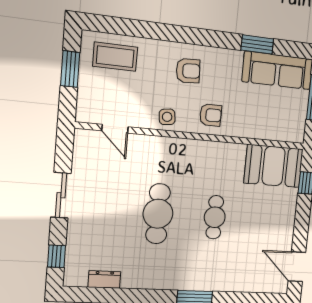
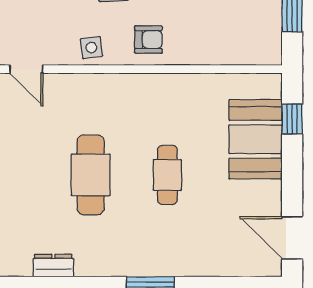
booth: (274, 166) -> (255, 139), moved, turned 90
dresser: (104, 279) -> (53, 266), moved

